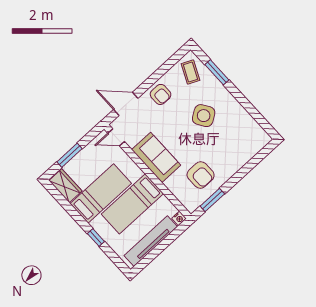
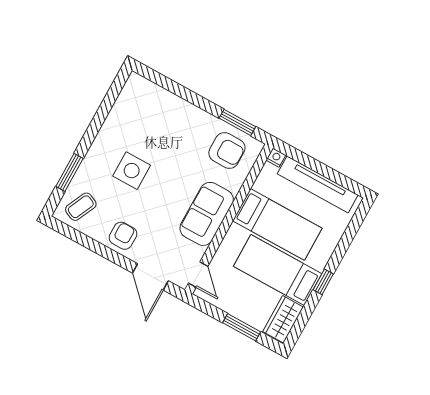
side table: (204, 116) -> (132, 171), turned 33
armchair: (201, 175) -> (227, 150), moved, turned 90
window: (96, 238) -> (323, 282), moved

